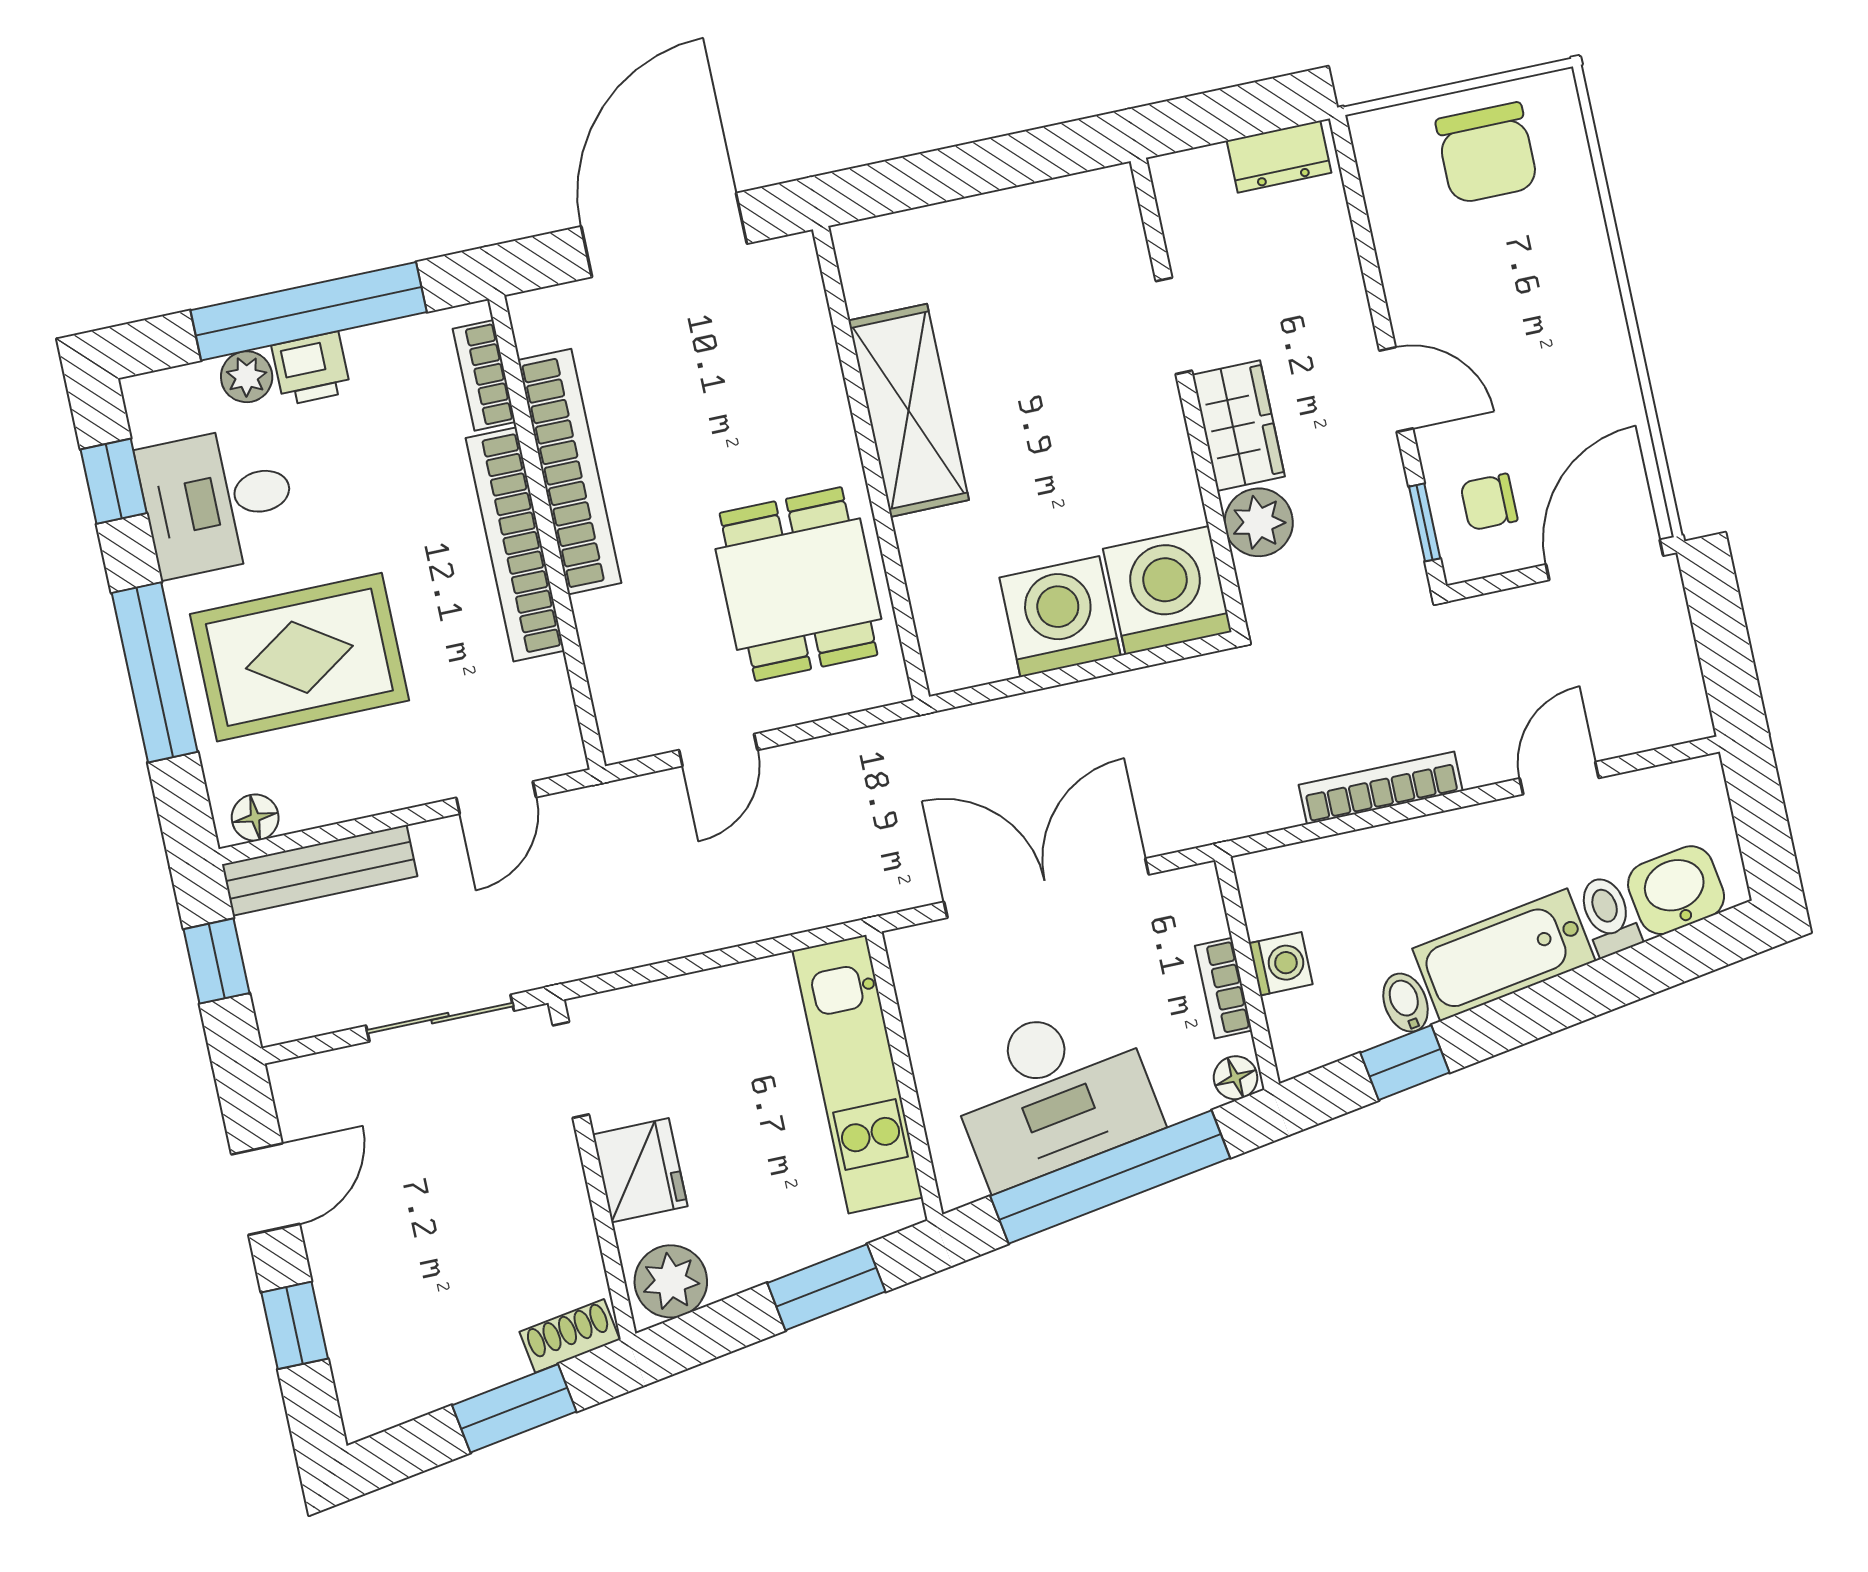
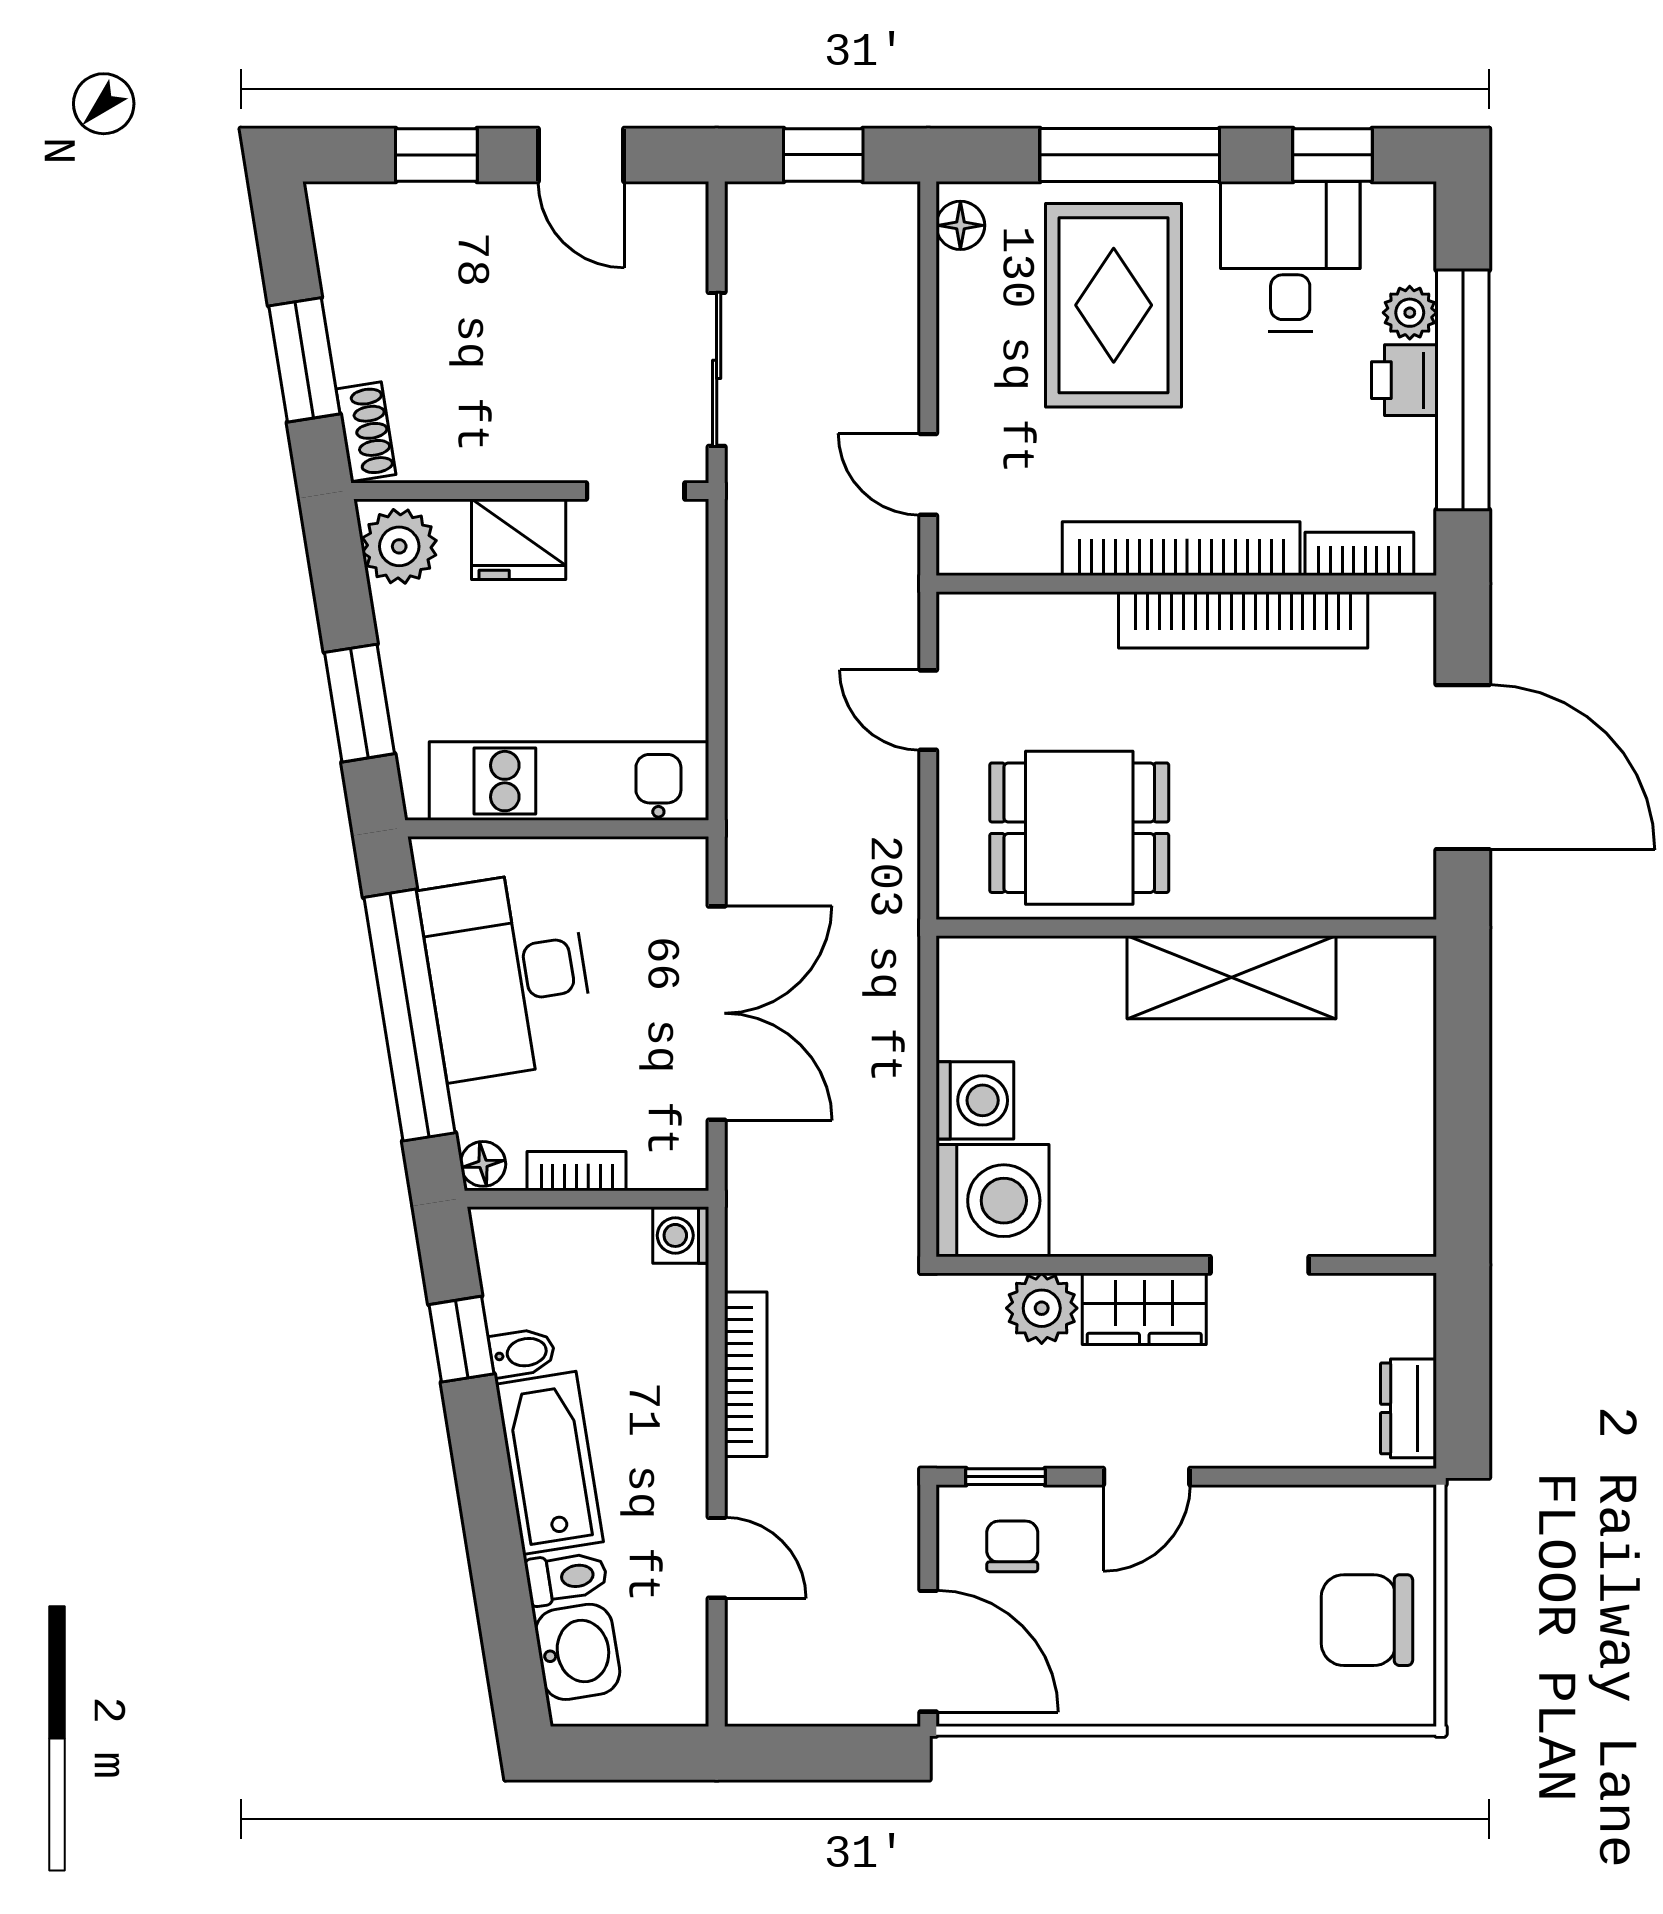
washing machine: (1060, 617) -> (975, 1100), width x0.73, depth x0.73
bench: (320, 870) -> (893, 279), removed
washing machine: (1281, 964) -> (681, 1235), moved, turned 90

